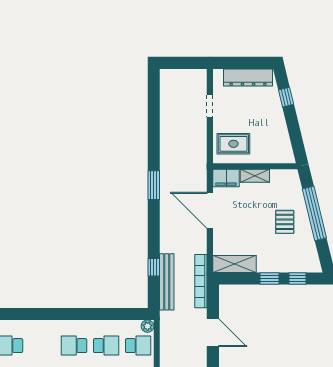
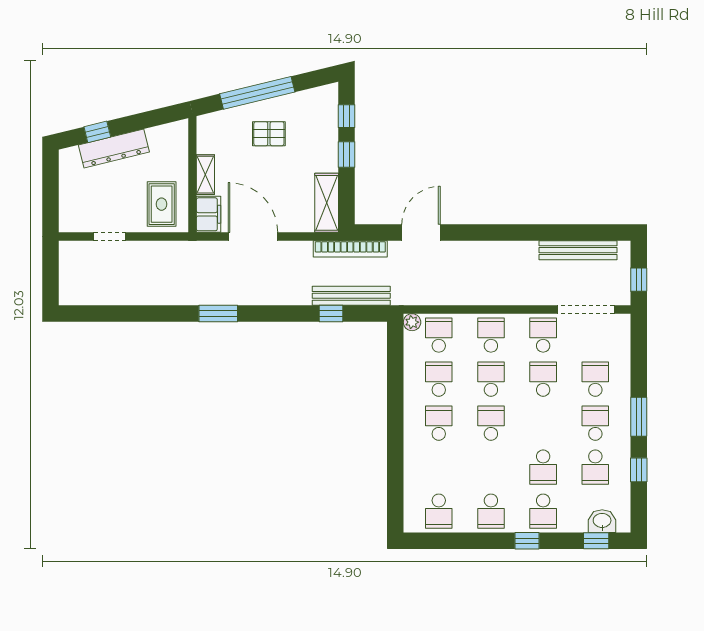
dresser: (248, 78) -> (114, 149), moved, turned 76
door: (210, 210) -> (253, 236), swing flipped
school desk: (74, 346) -> (439, 423), turned 180

